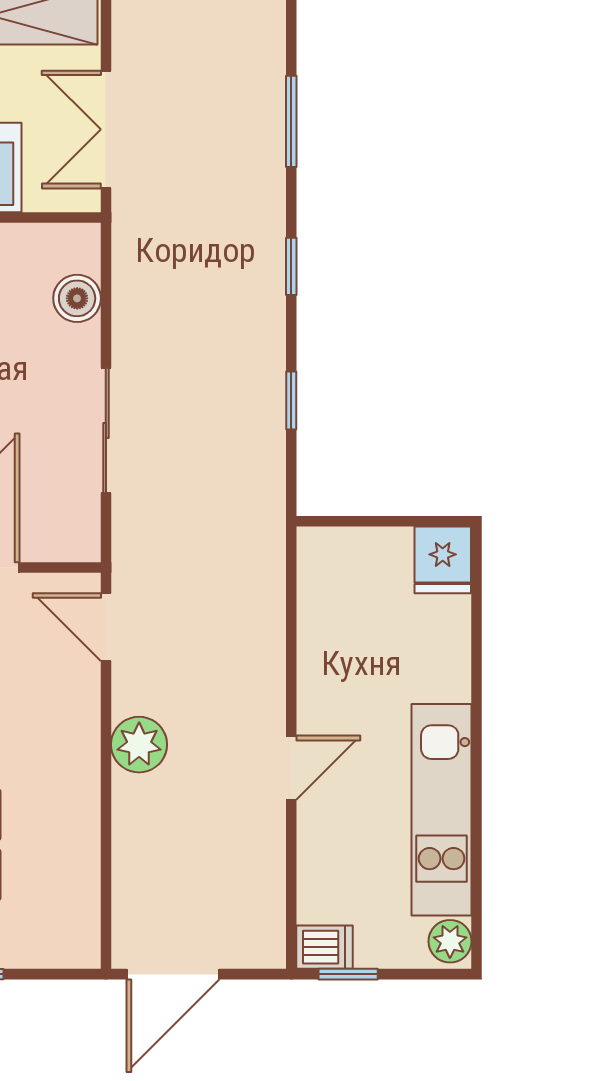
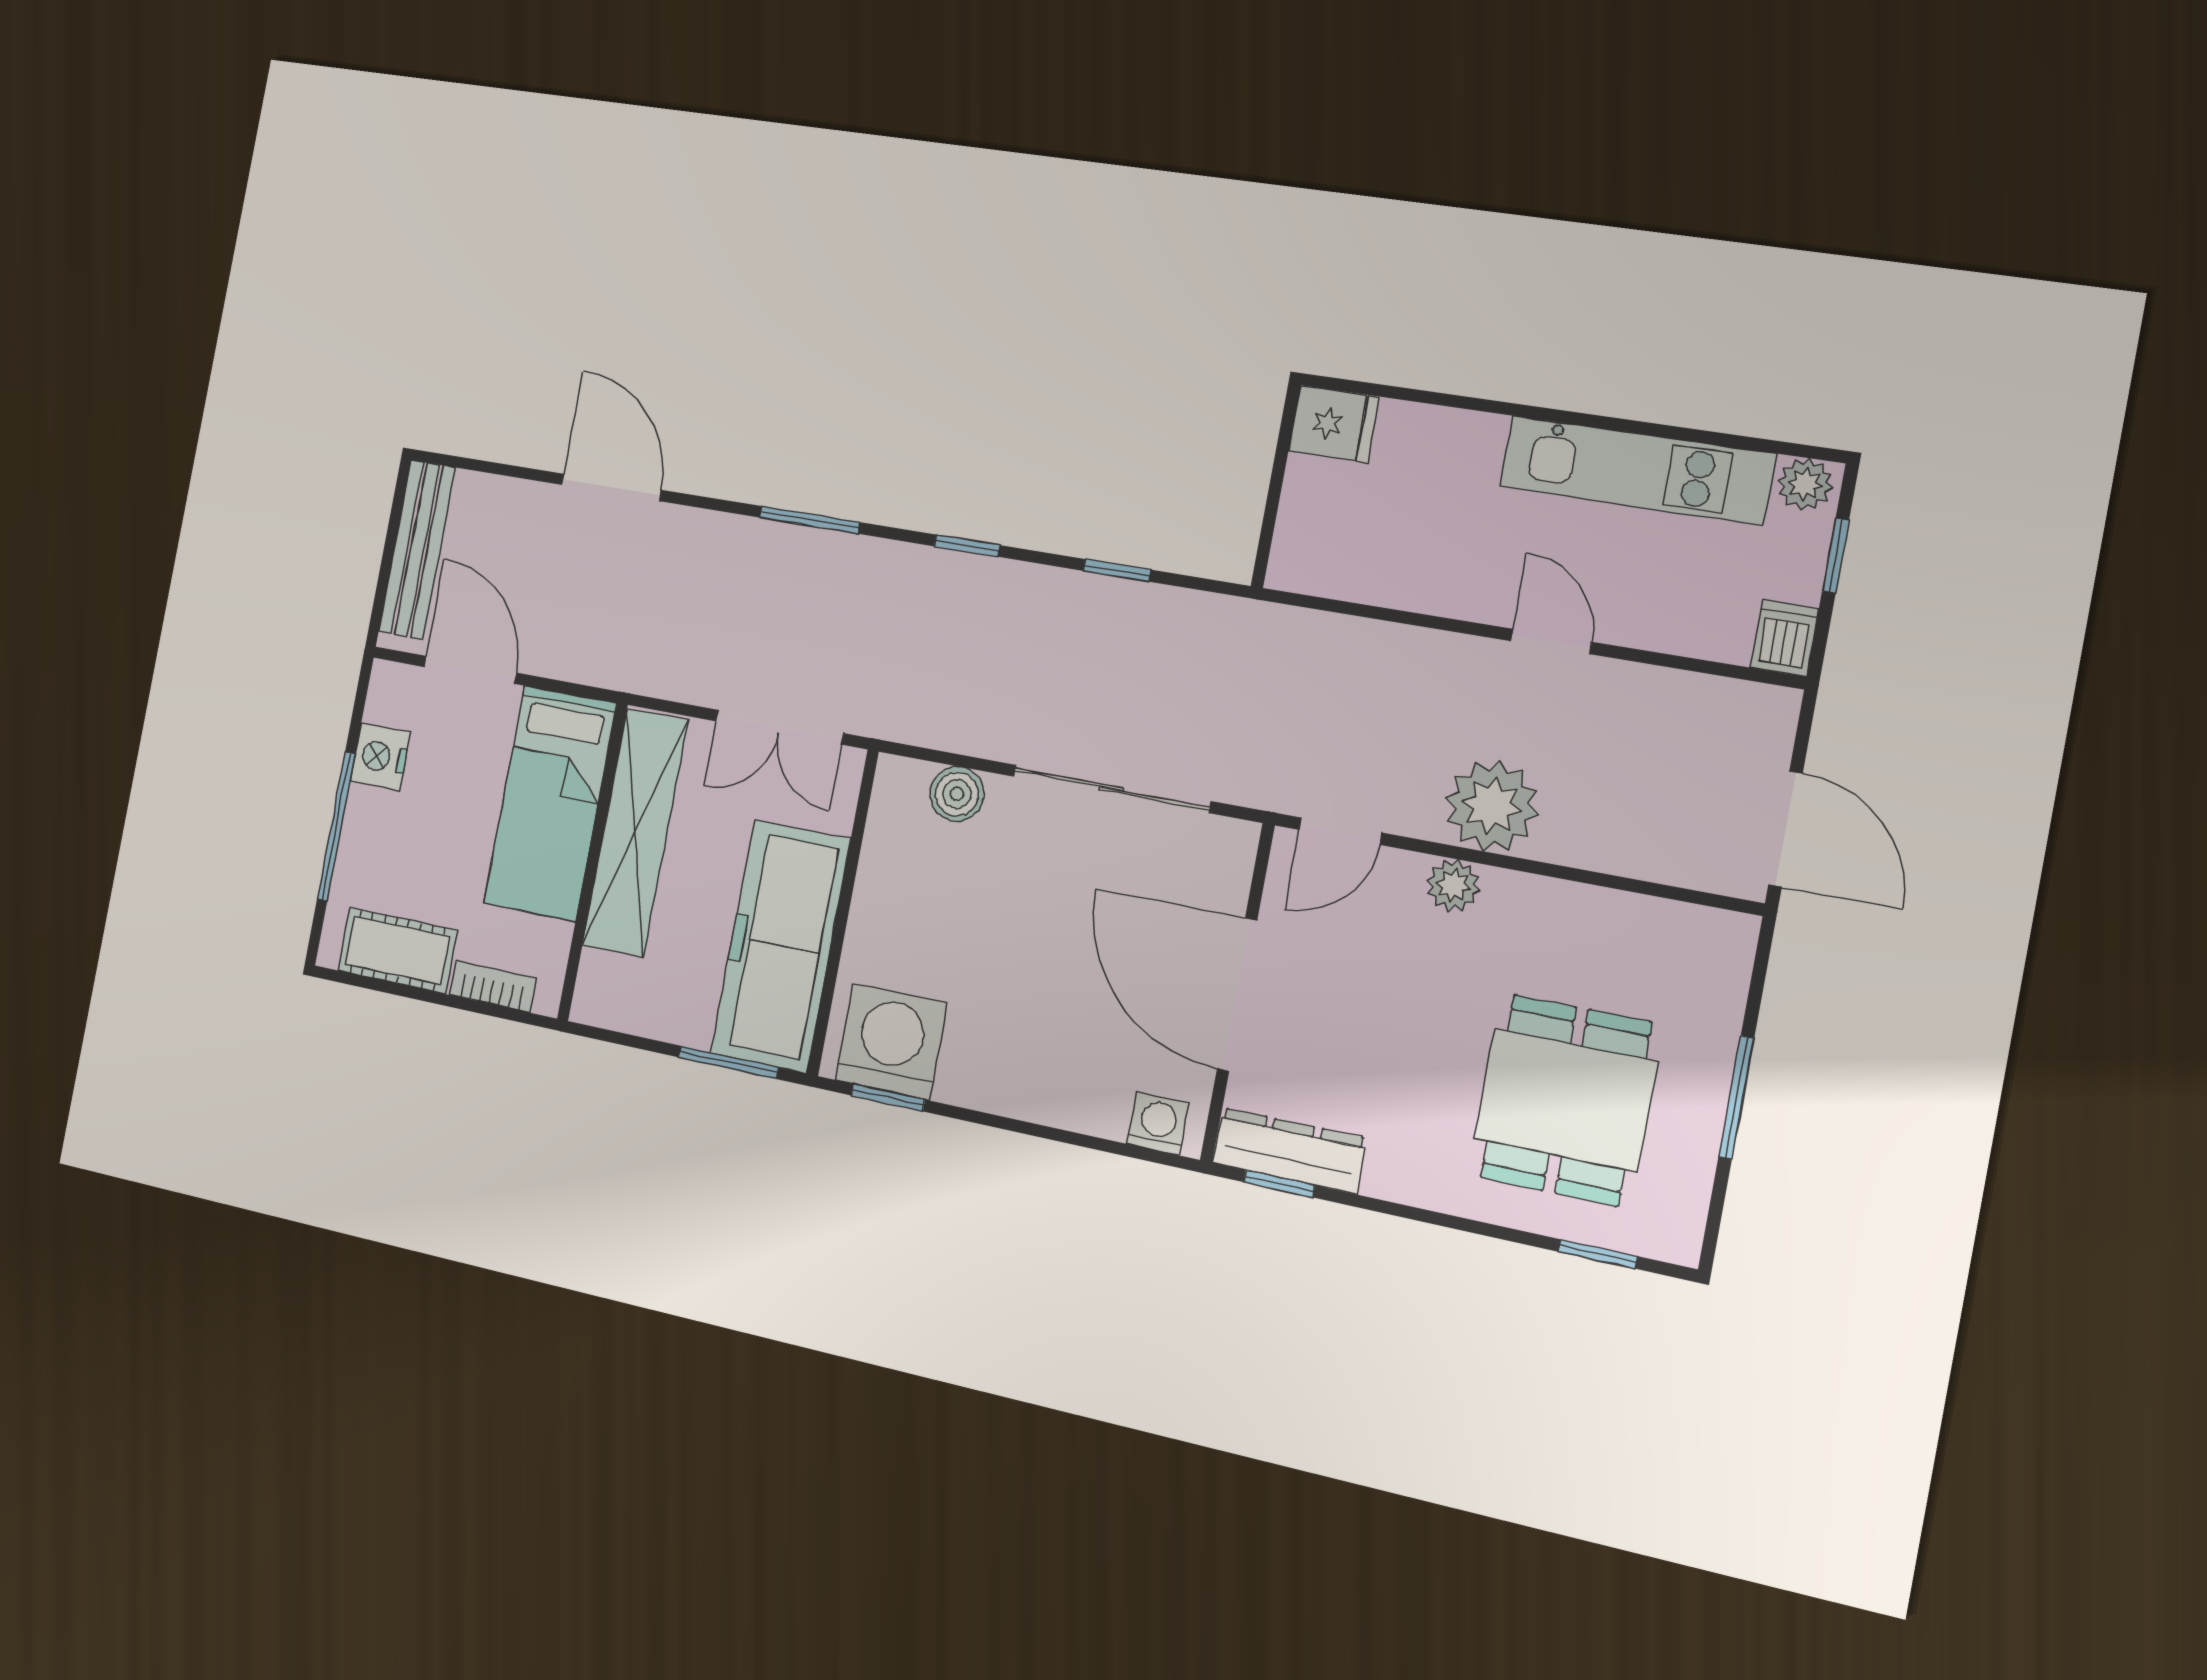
sliding door: (106, 430) -> (1111, 789), width x1.37
plant: (79, 726) -> (1453, 885), added
plant: (139, 745) -> (1492, 806), width x1.36, depth x1.36
window: (348, 974) -> (1836, 556), moved

